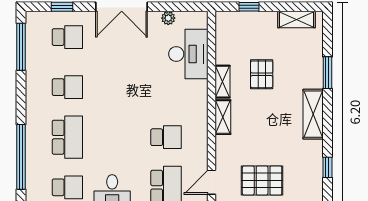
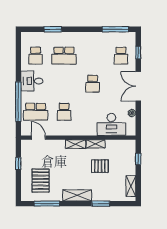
school desk: (67, 87) -> (93, 84), moved
window: (21, 157) -> (53, 29), width x0.47
window: (327, 167) -> (47, 204), width x2.17
pallet: (262, 181) -> (41, 181), moved

